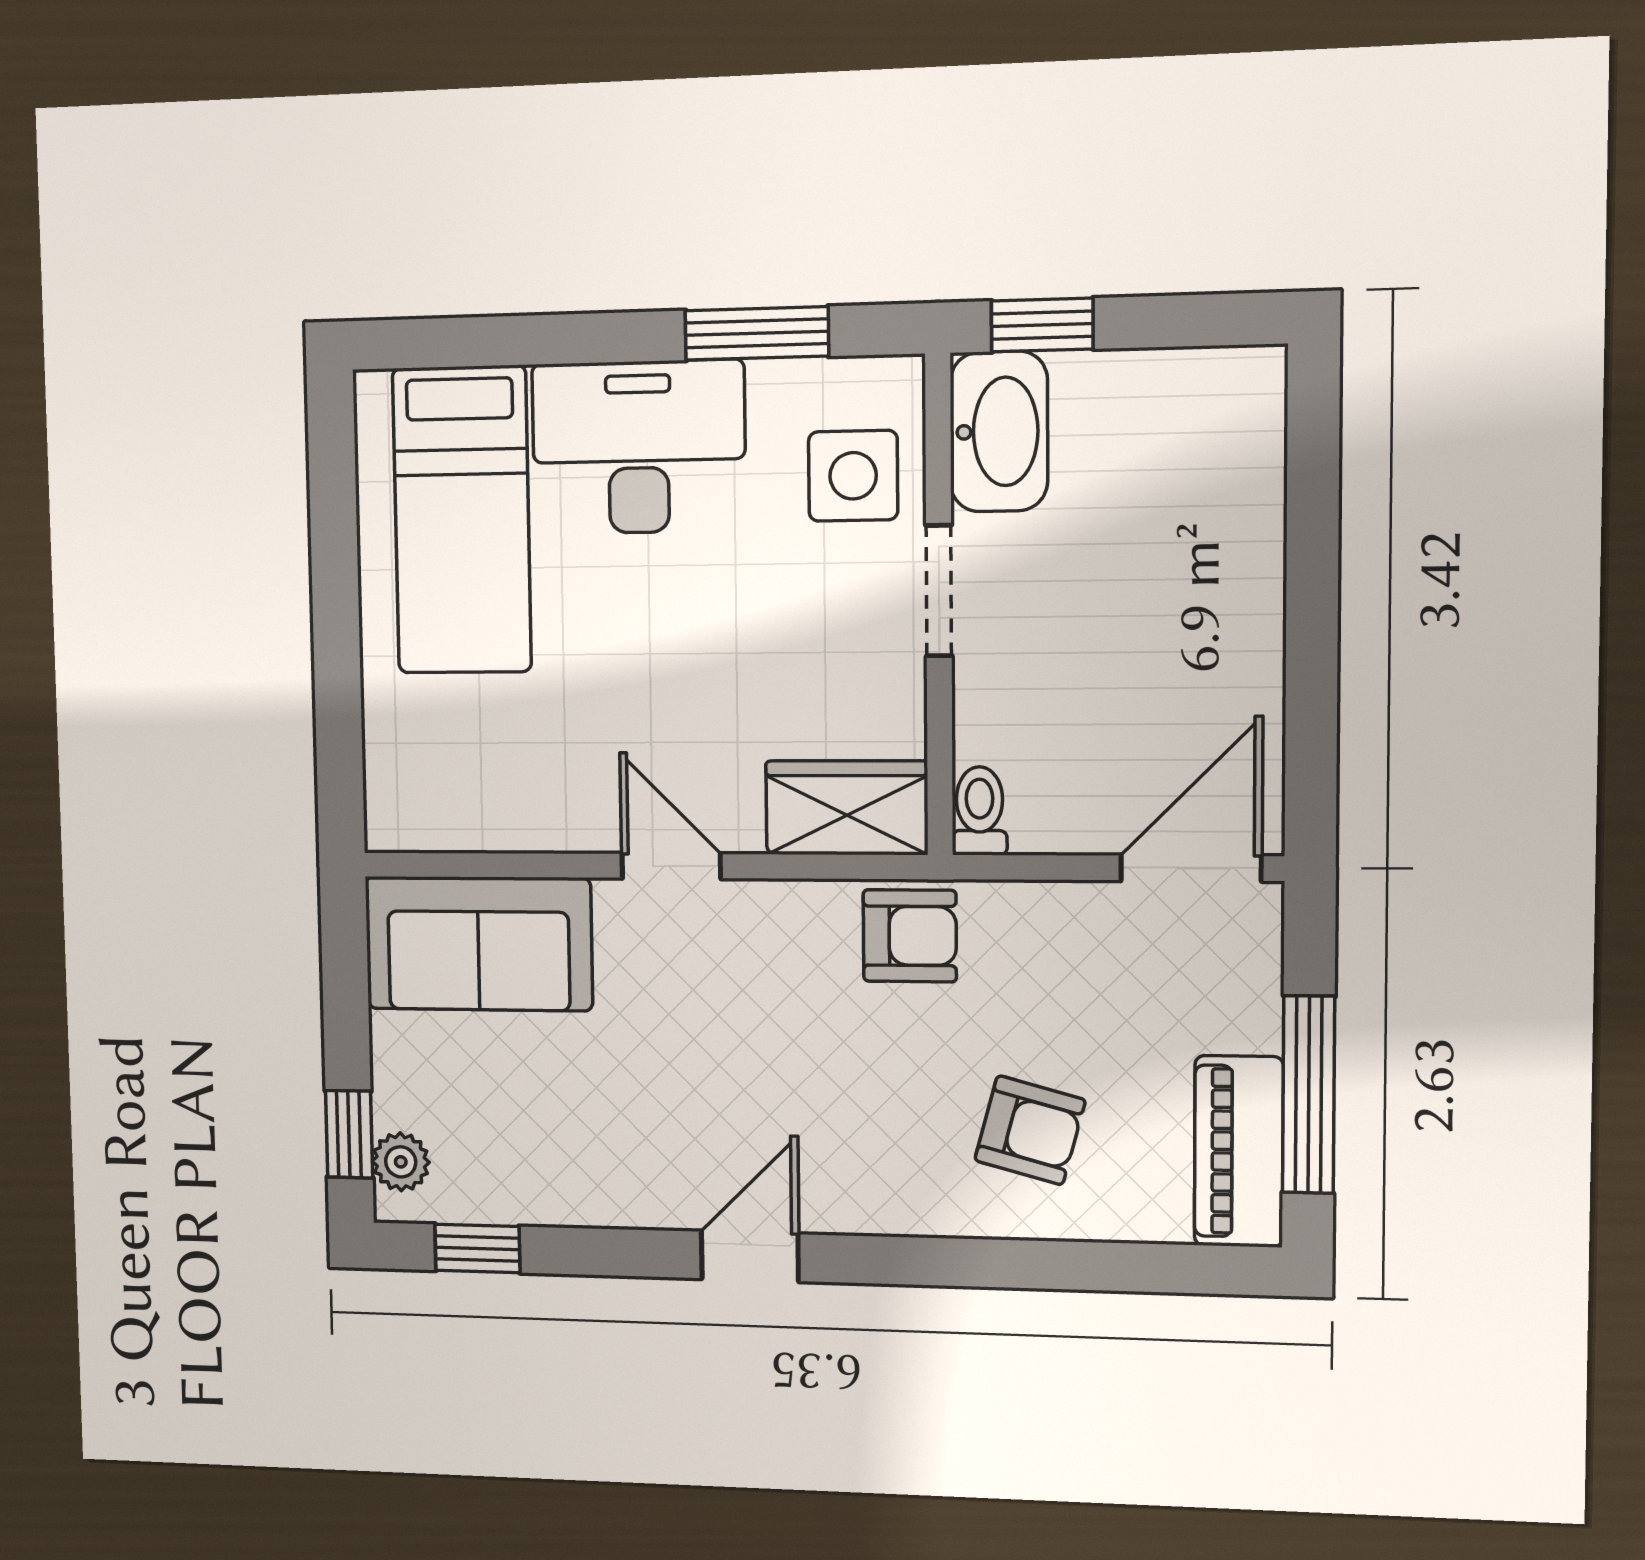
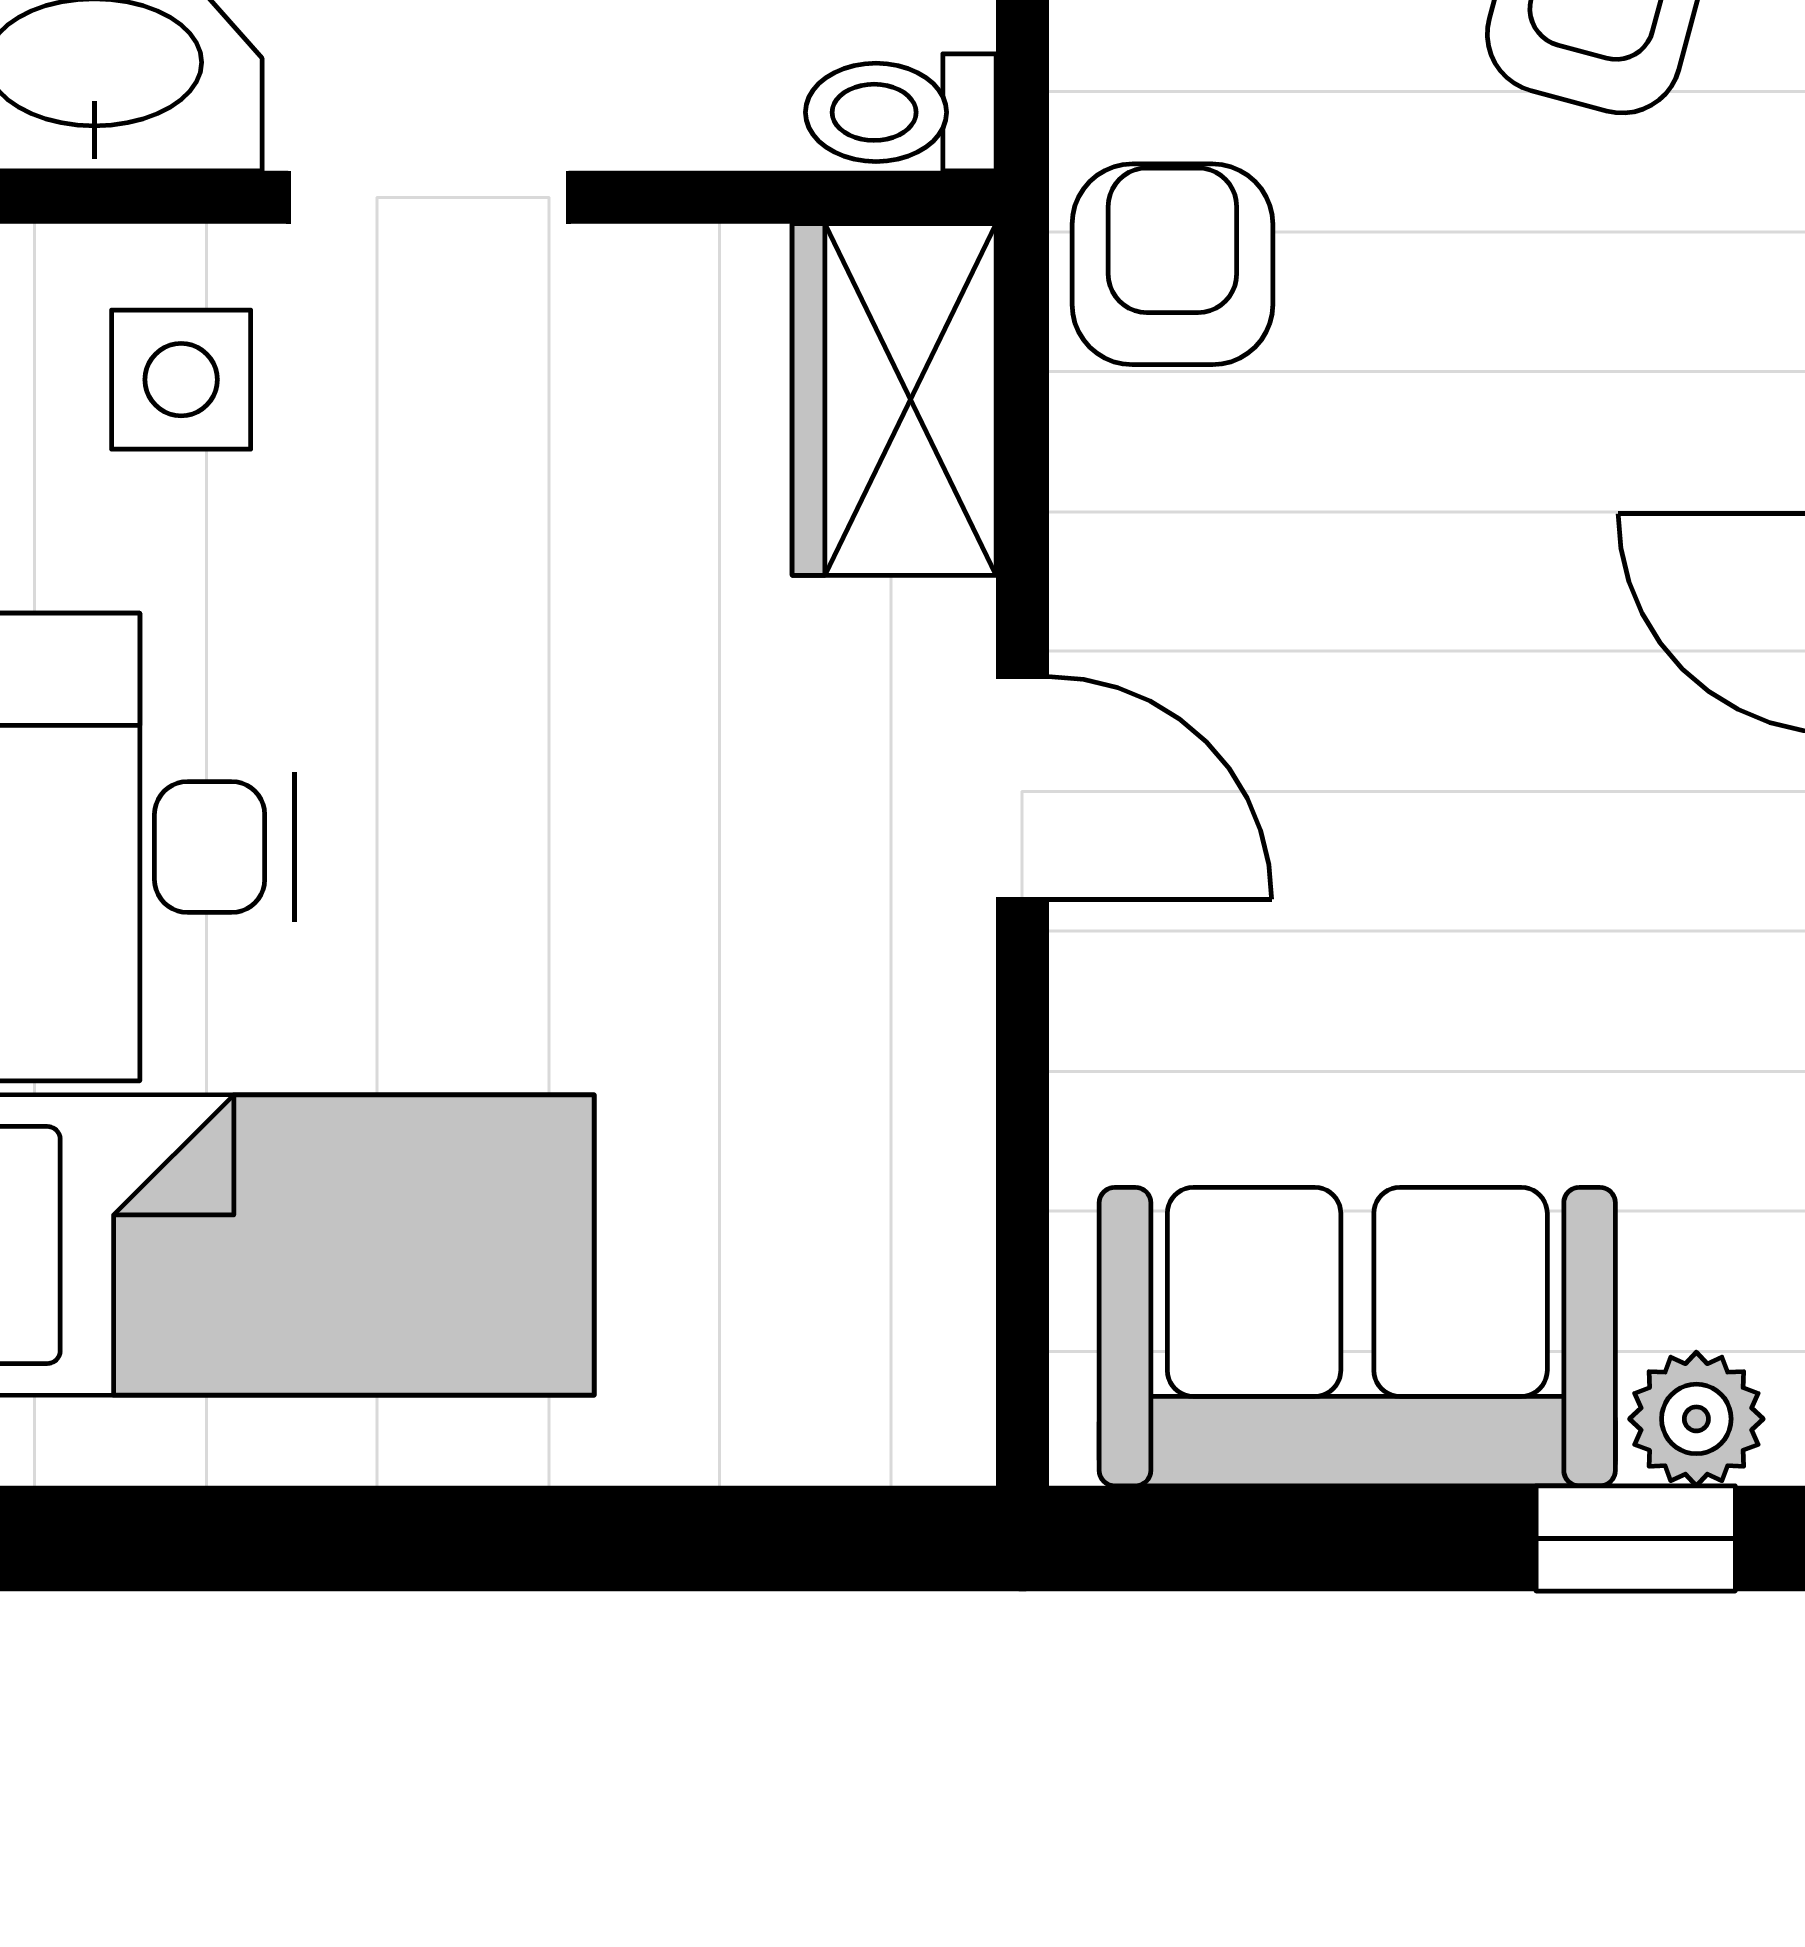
side table: (853, 476) -> (181, 380), width x0.73, depth x0.73
door: (671, 866) -> (1022, 788), swing flipped
sofa: (478, 944) -> (1357, 1337), moved, turned -90

